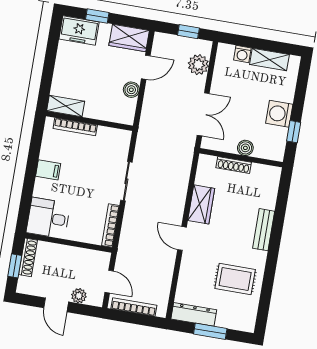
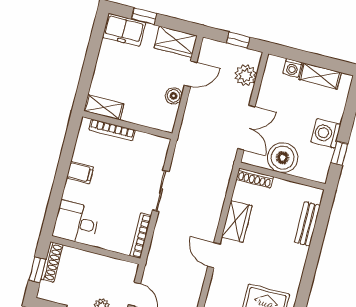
boiler: (245, 148) -> (283, 158), width x1.86, depth x1.86
shoe rack: (234, 165) -> (255, 178), moved
bench: (264, 230) -> (307, 224), moved

